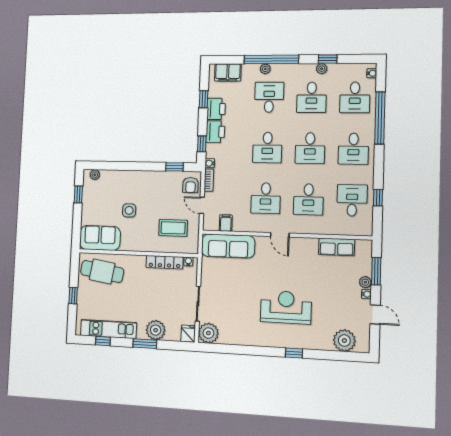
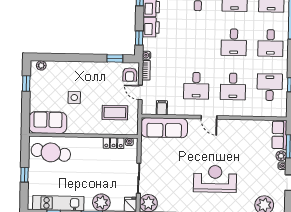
desk: (267, 147) -> (197, 42), removed
row of seats: (337, 247) -> (279, 135), moved, turned 90
locker: (165, 262) -> (114, 143), width x0.66

